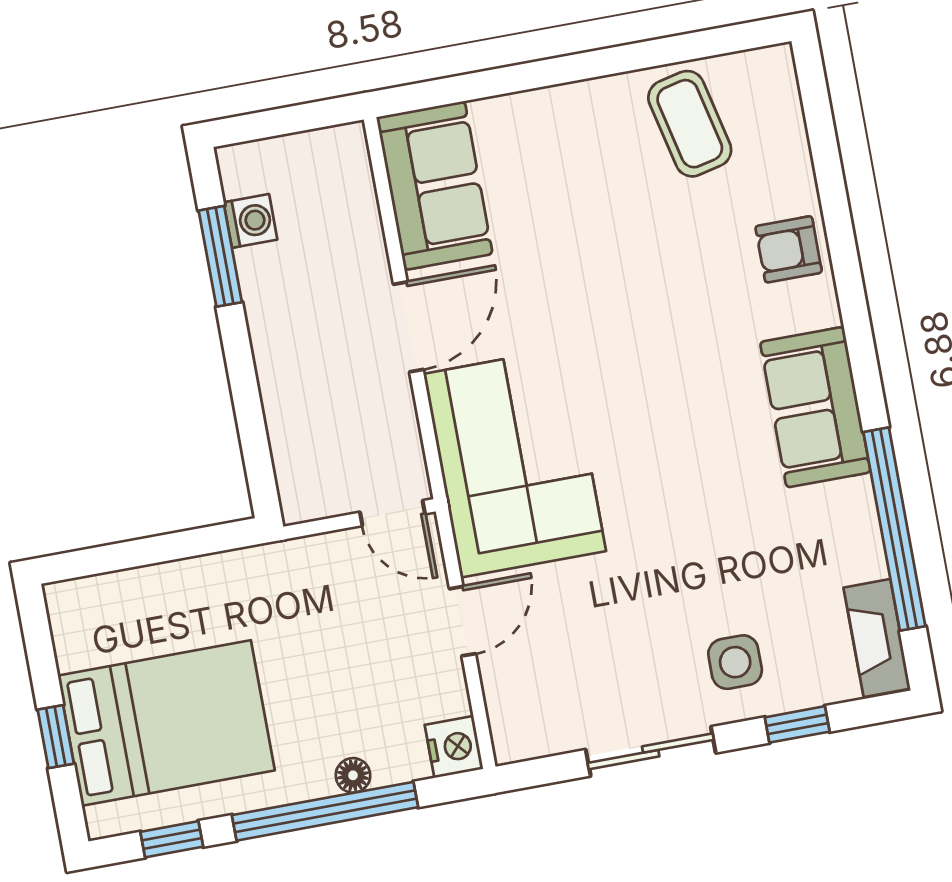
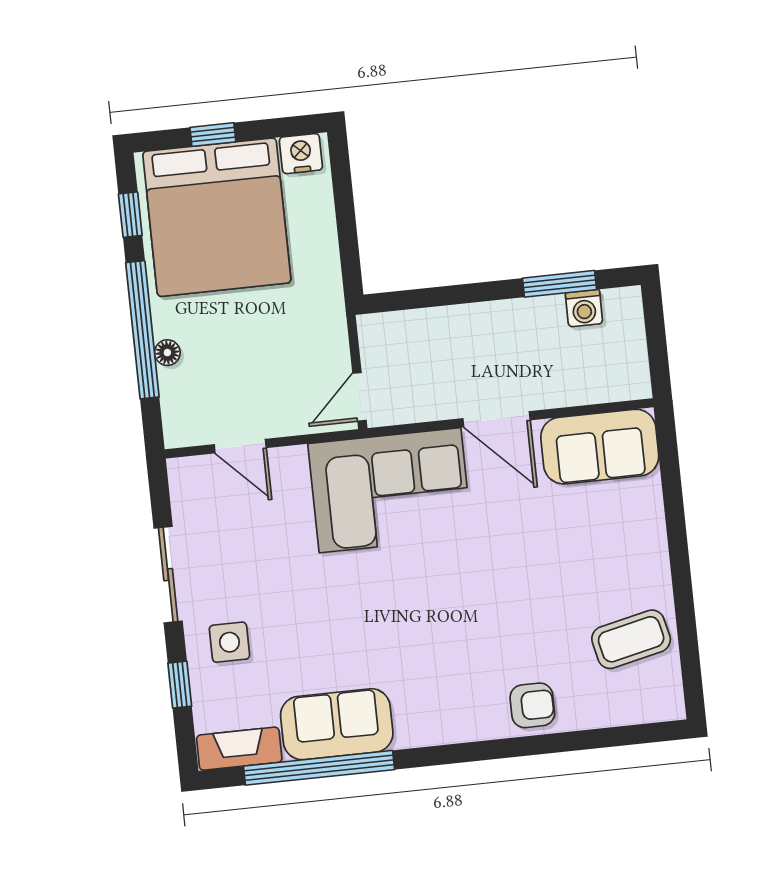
armchair: (789, 249) -> (532, 705), turned 90
sofa: (815, 407) -> (337, 724), moved
door: (462, 621) -> (240, 446), moved
bed: (166, 723) -> (217, 217), width x1.36
nightstand: (454, 747) -> (301, 154), moved, turned 180

